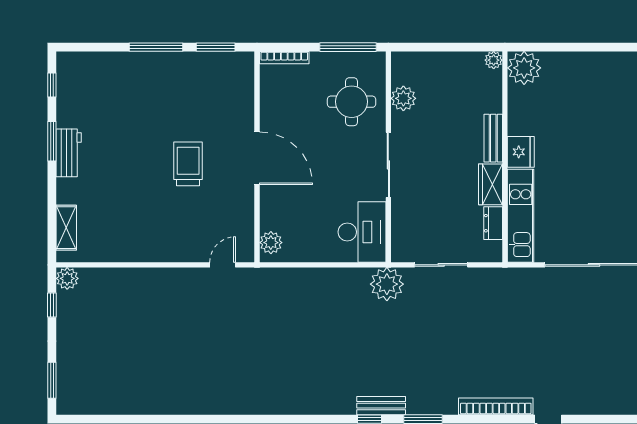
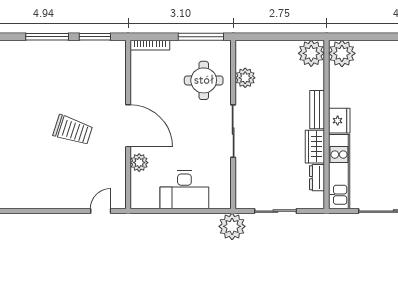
plant: (494, 60) -> (311, 53), width x1.87, depth x1.87
trolley: (188, 164) -> (73, 130), turned 108
desk: (362, 232) -> (184, 190), moved, turned 90
plant: (271, 243) -> (139, 163), moved

